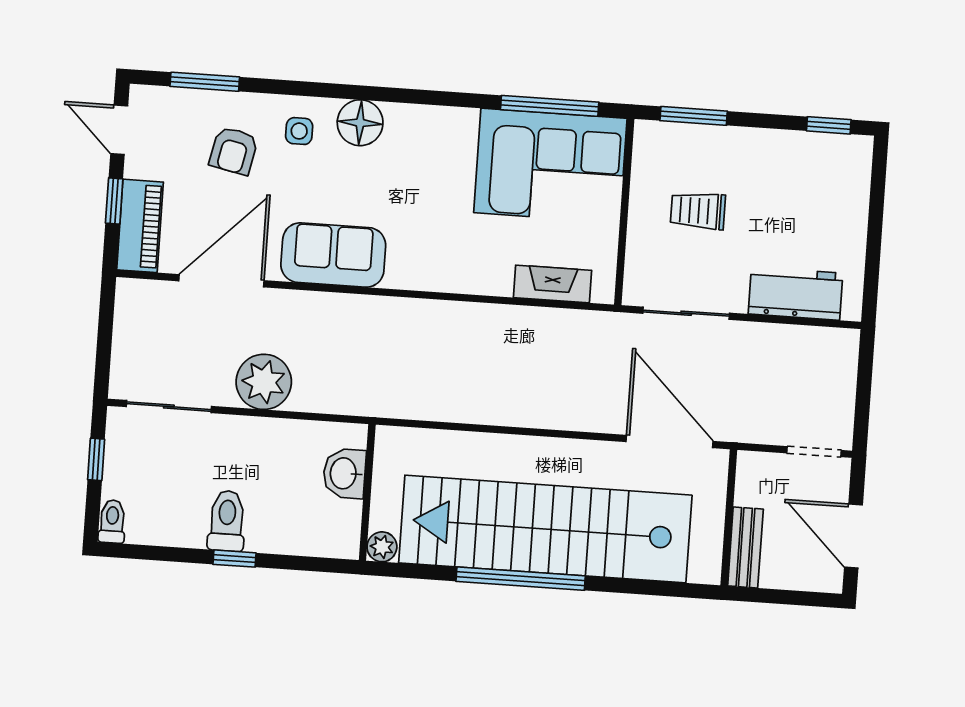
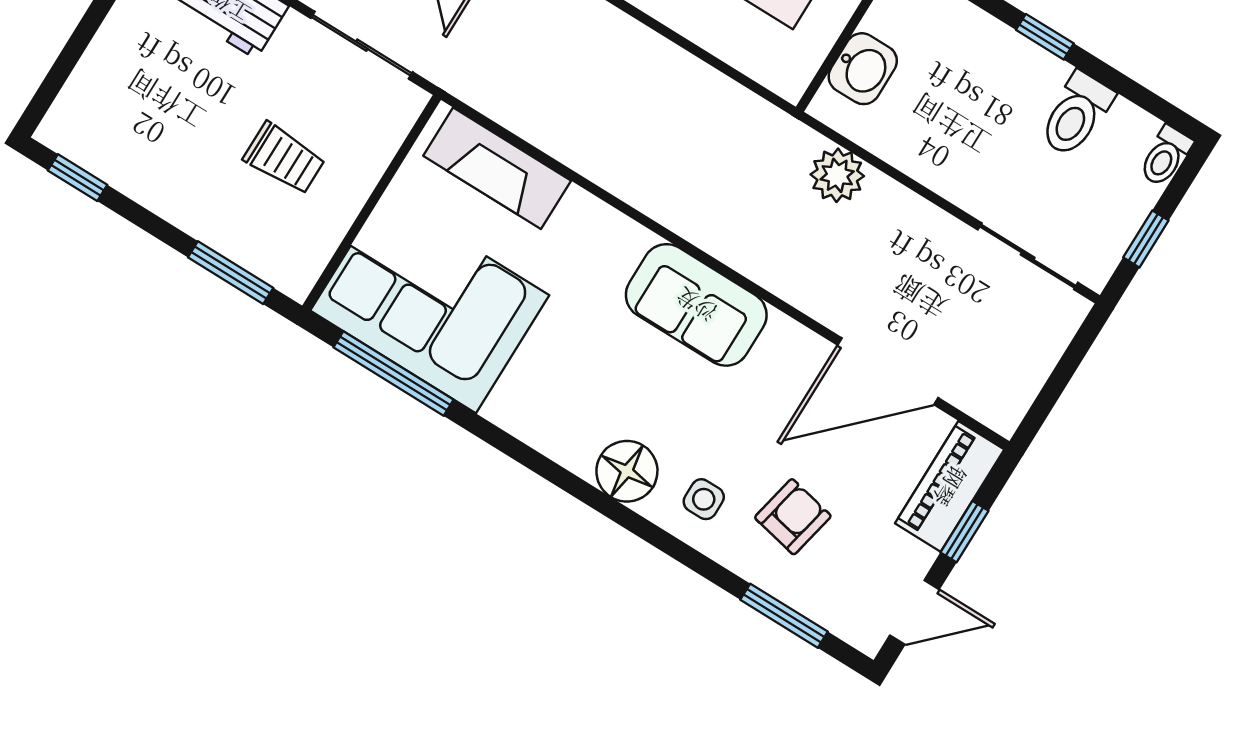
door: (119, 130) -> (914, 612), hinge flipped
sofa: (333, 255) -> (696, 305), moved
fireplace: (552, 284) -> (497, 168), width x1.37, depth x1.32
plant: (264, 382) -> (837, 175), moved, width x0.73, depth x0.73
toilet: (227, 521) -> (1076, 114), moved

